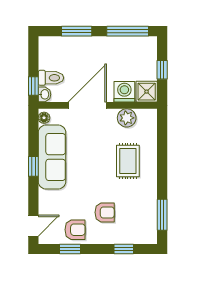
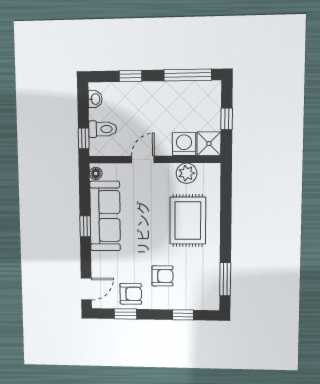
window: (77, 31) -> (130, 76), width x0.67
washbasin: (44, 94) -> (95, 99), moved
door: (87, 105) -> (143, 160), width x0.53
rug: (128, 161) -> (188, 221), width x1.36, depth x1.43

